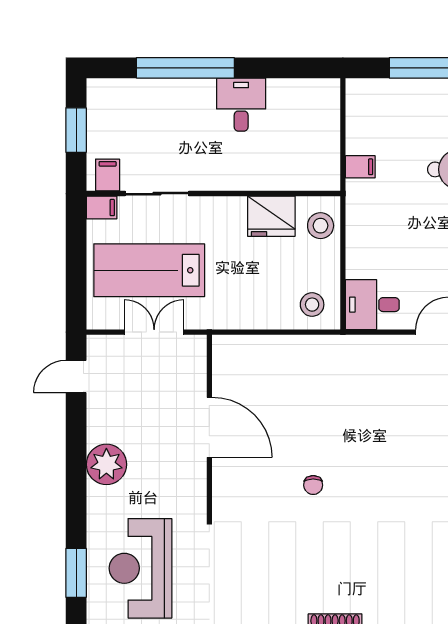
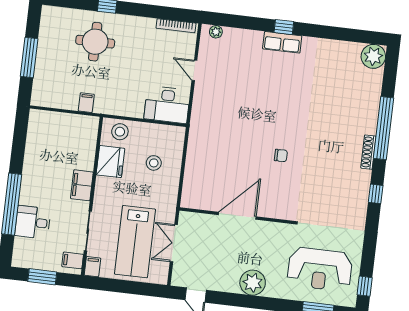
desk: (241, 105) -> (33, 222), moved
filing cabinet: (228, 175) -> (82, 185), added
stool: (312, 305) -> (154, 163), moved
desk: (372, 305) -> (167, 105), width x1.37

